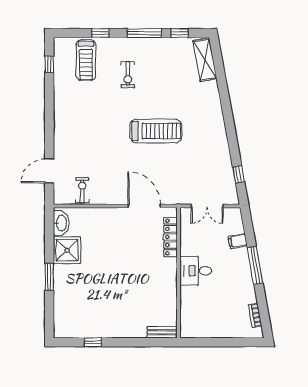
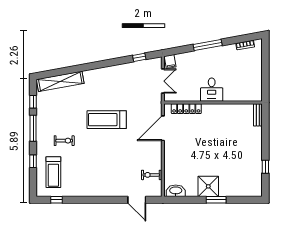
treadmill: (86, 60) -> (53, 172), turned 90
shelving: (205, 60) -> (60, 81), width x1.47
treadmill: (156, 131) -> (107, 120), turned -90
filing cabinet: (238, 241) -> (170, 62), moved
shower: (67, 250) -> (208, 186), moved

